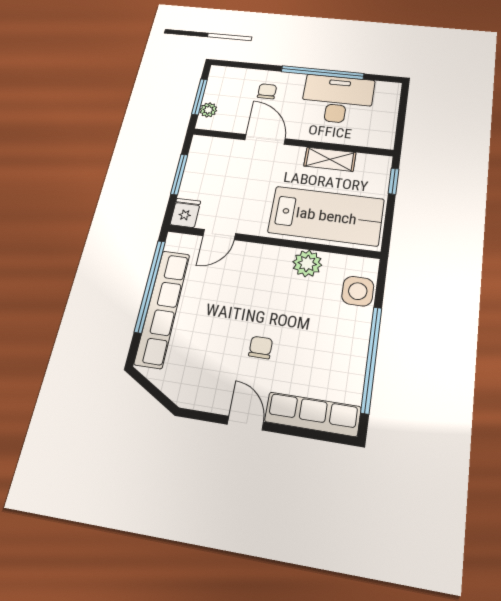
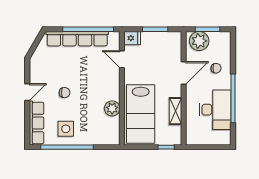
plant: (208, 110) -> (199, 41), width x1.88, depth x1.88
side table: (358, 291) -> (66, 129), moved

